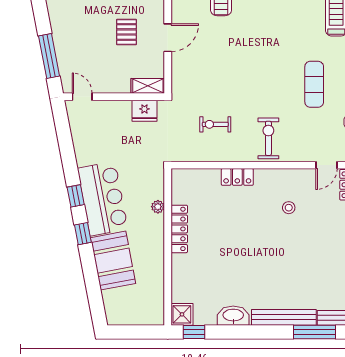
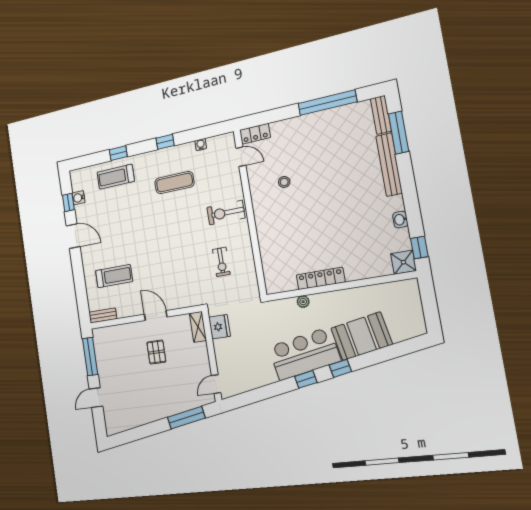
pallet: (126, 32) -> (156, 352), turned 90
locker: (237, 177) -> (264, 234), removed
washbasin: (233, 316) -> (400, 220), width x0.52, depth x0.69

